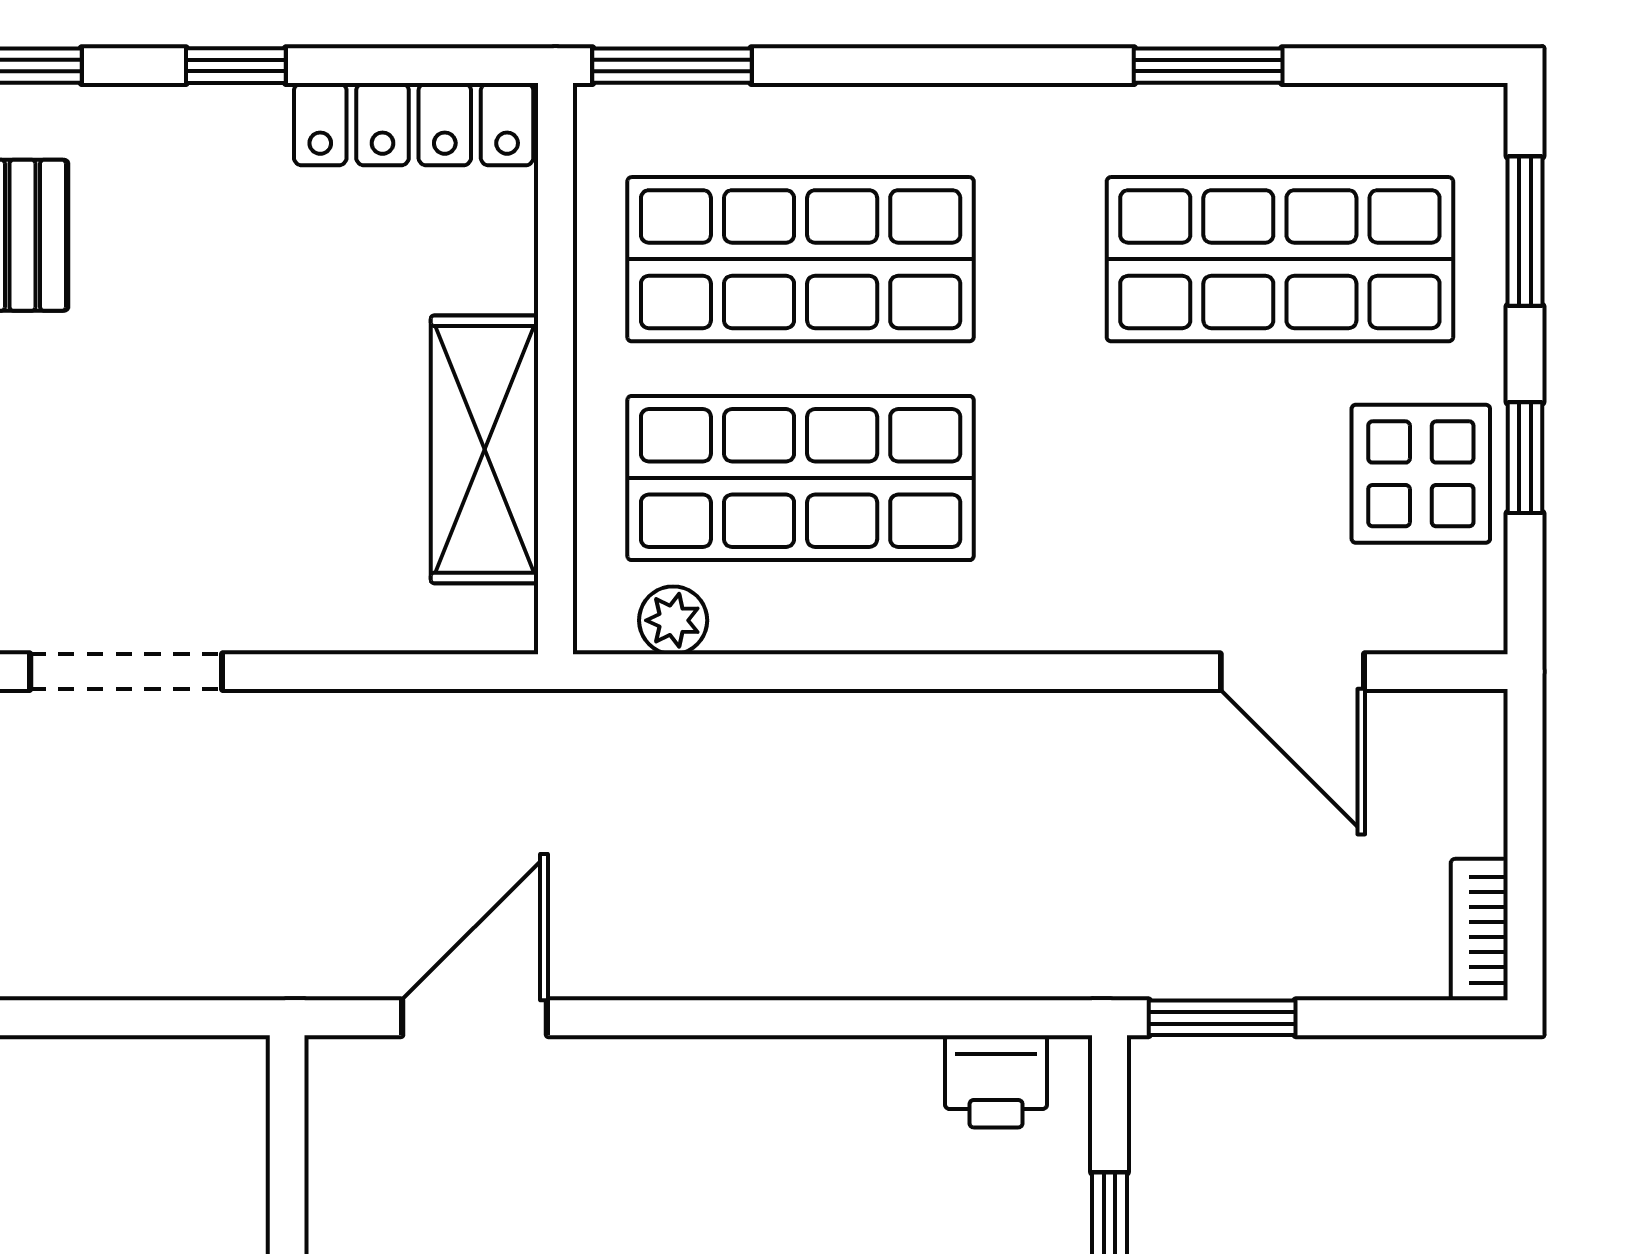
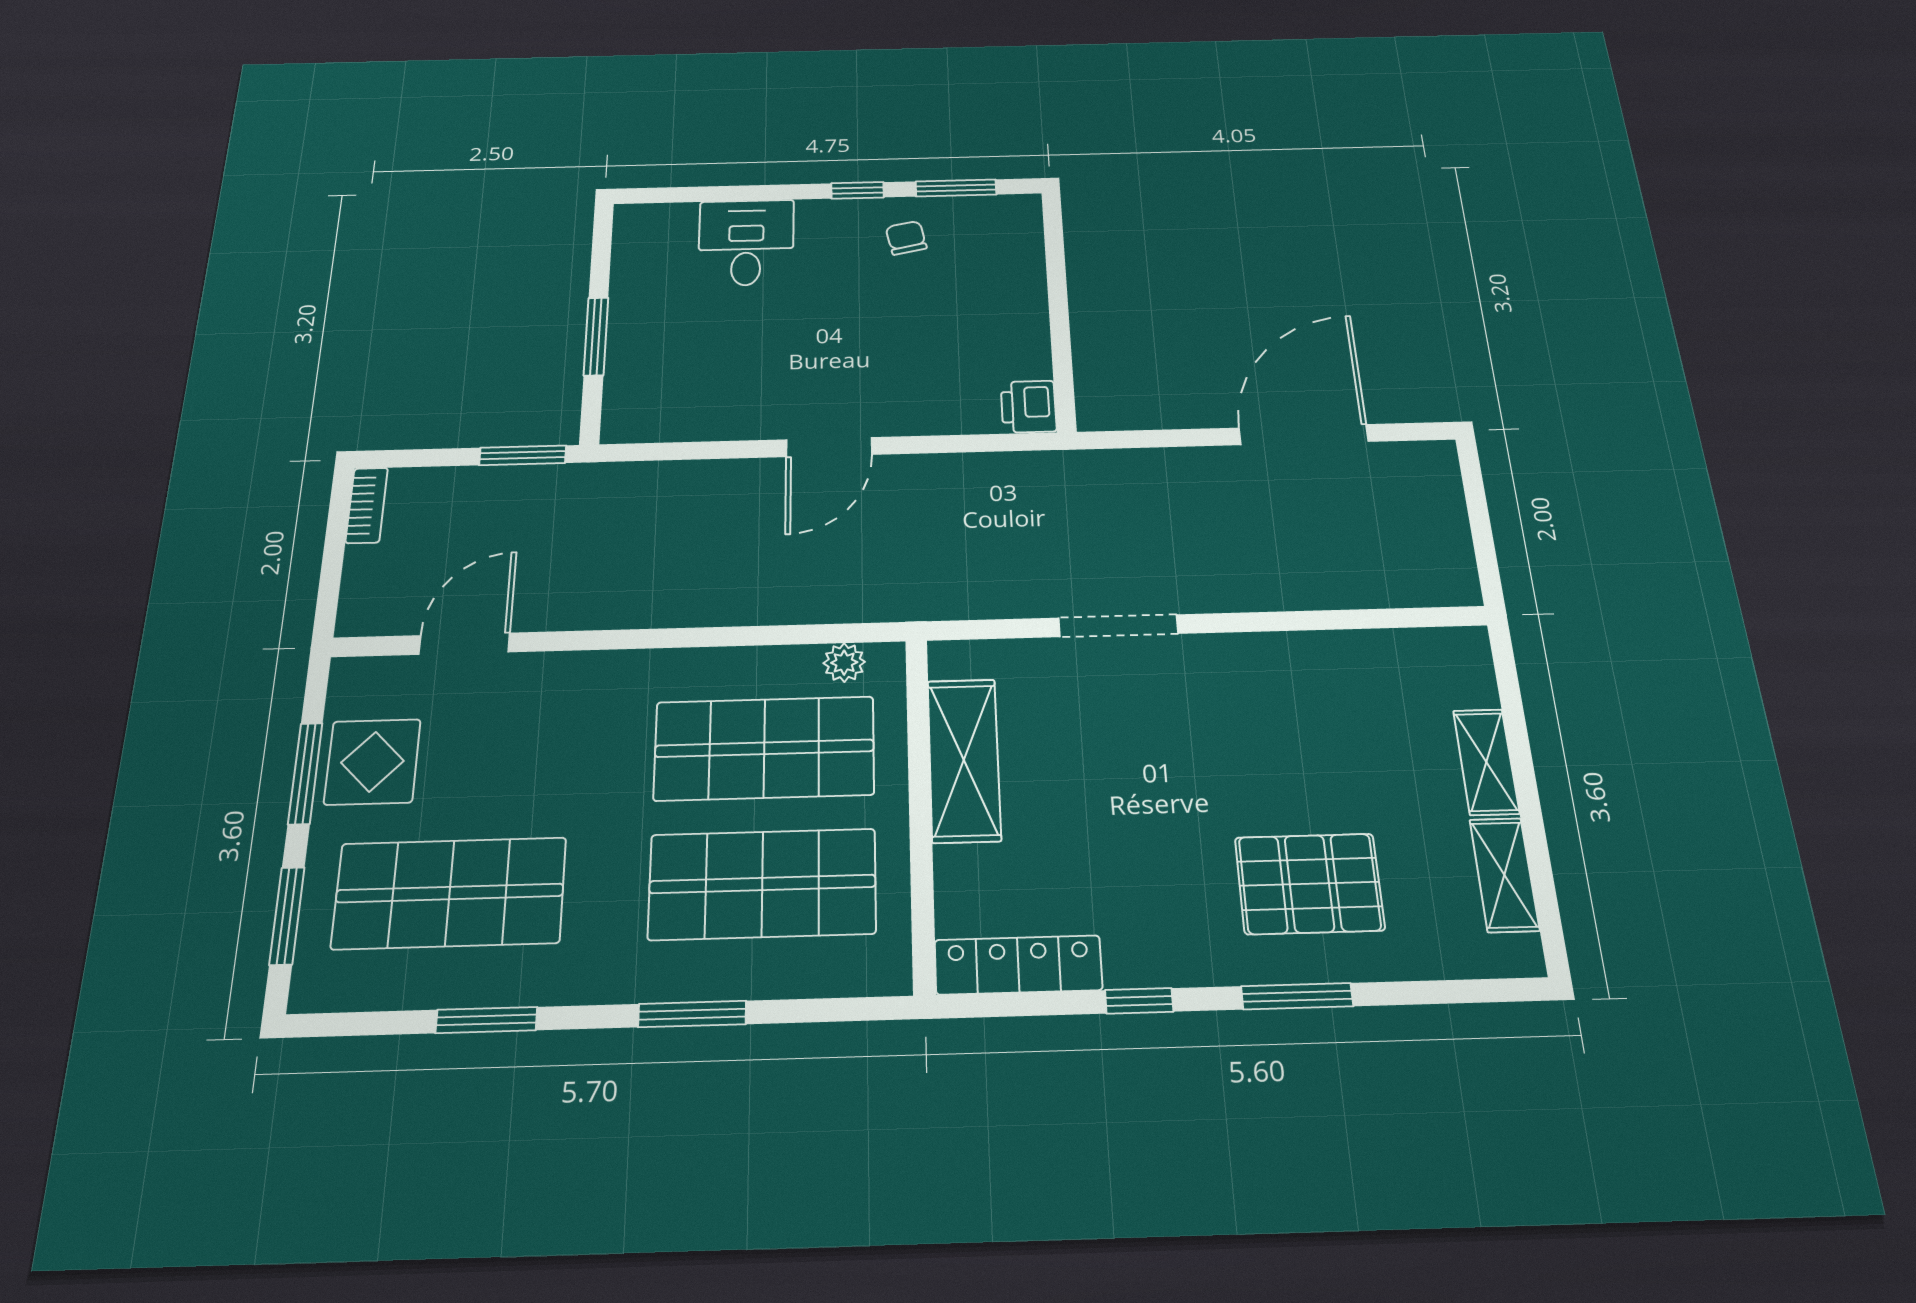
window: (672, 66) -> (692, 1014), moved
window: (1525, 458) -> (305, 773), width x1.50
doorway: (126, 672) -> (1118, 626), moved
door: (1292, 672) -> (464, 644), hinge flipped
door: (475, 1018) -> (829, 447), moved
printer: (996, 1081) -> (1029, 407), moved, turned -90

